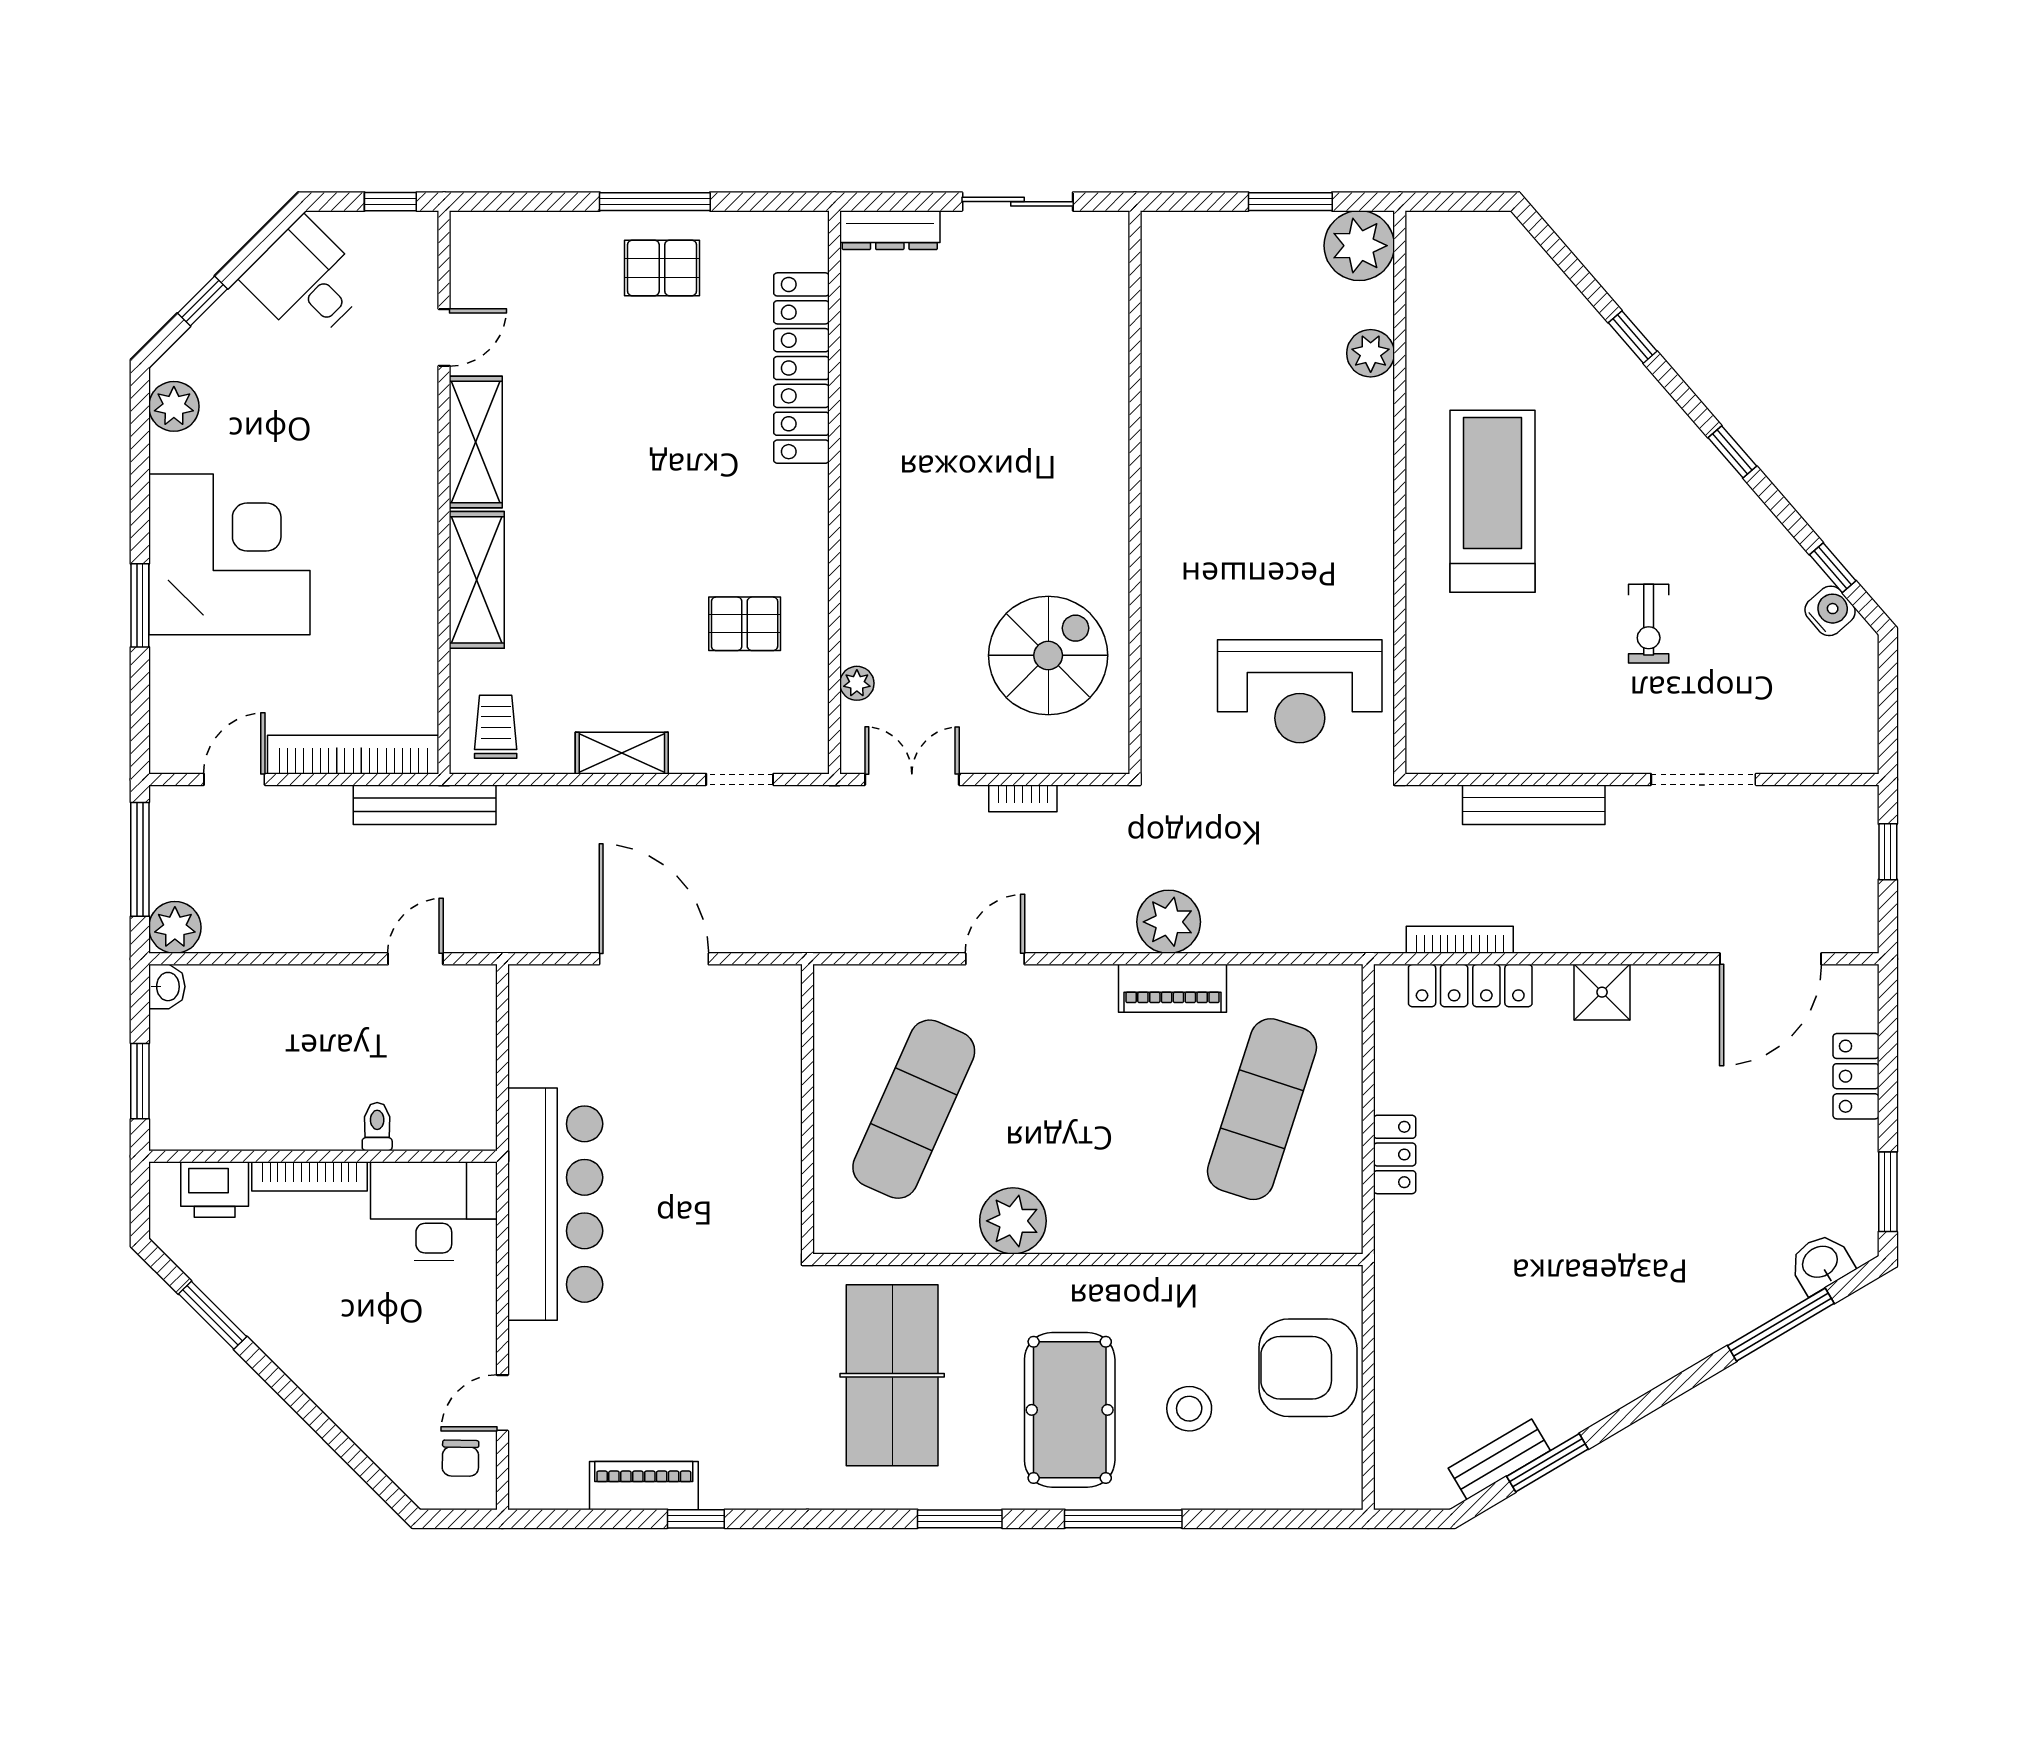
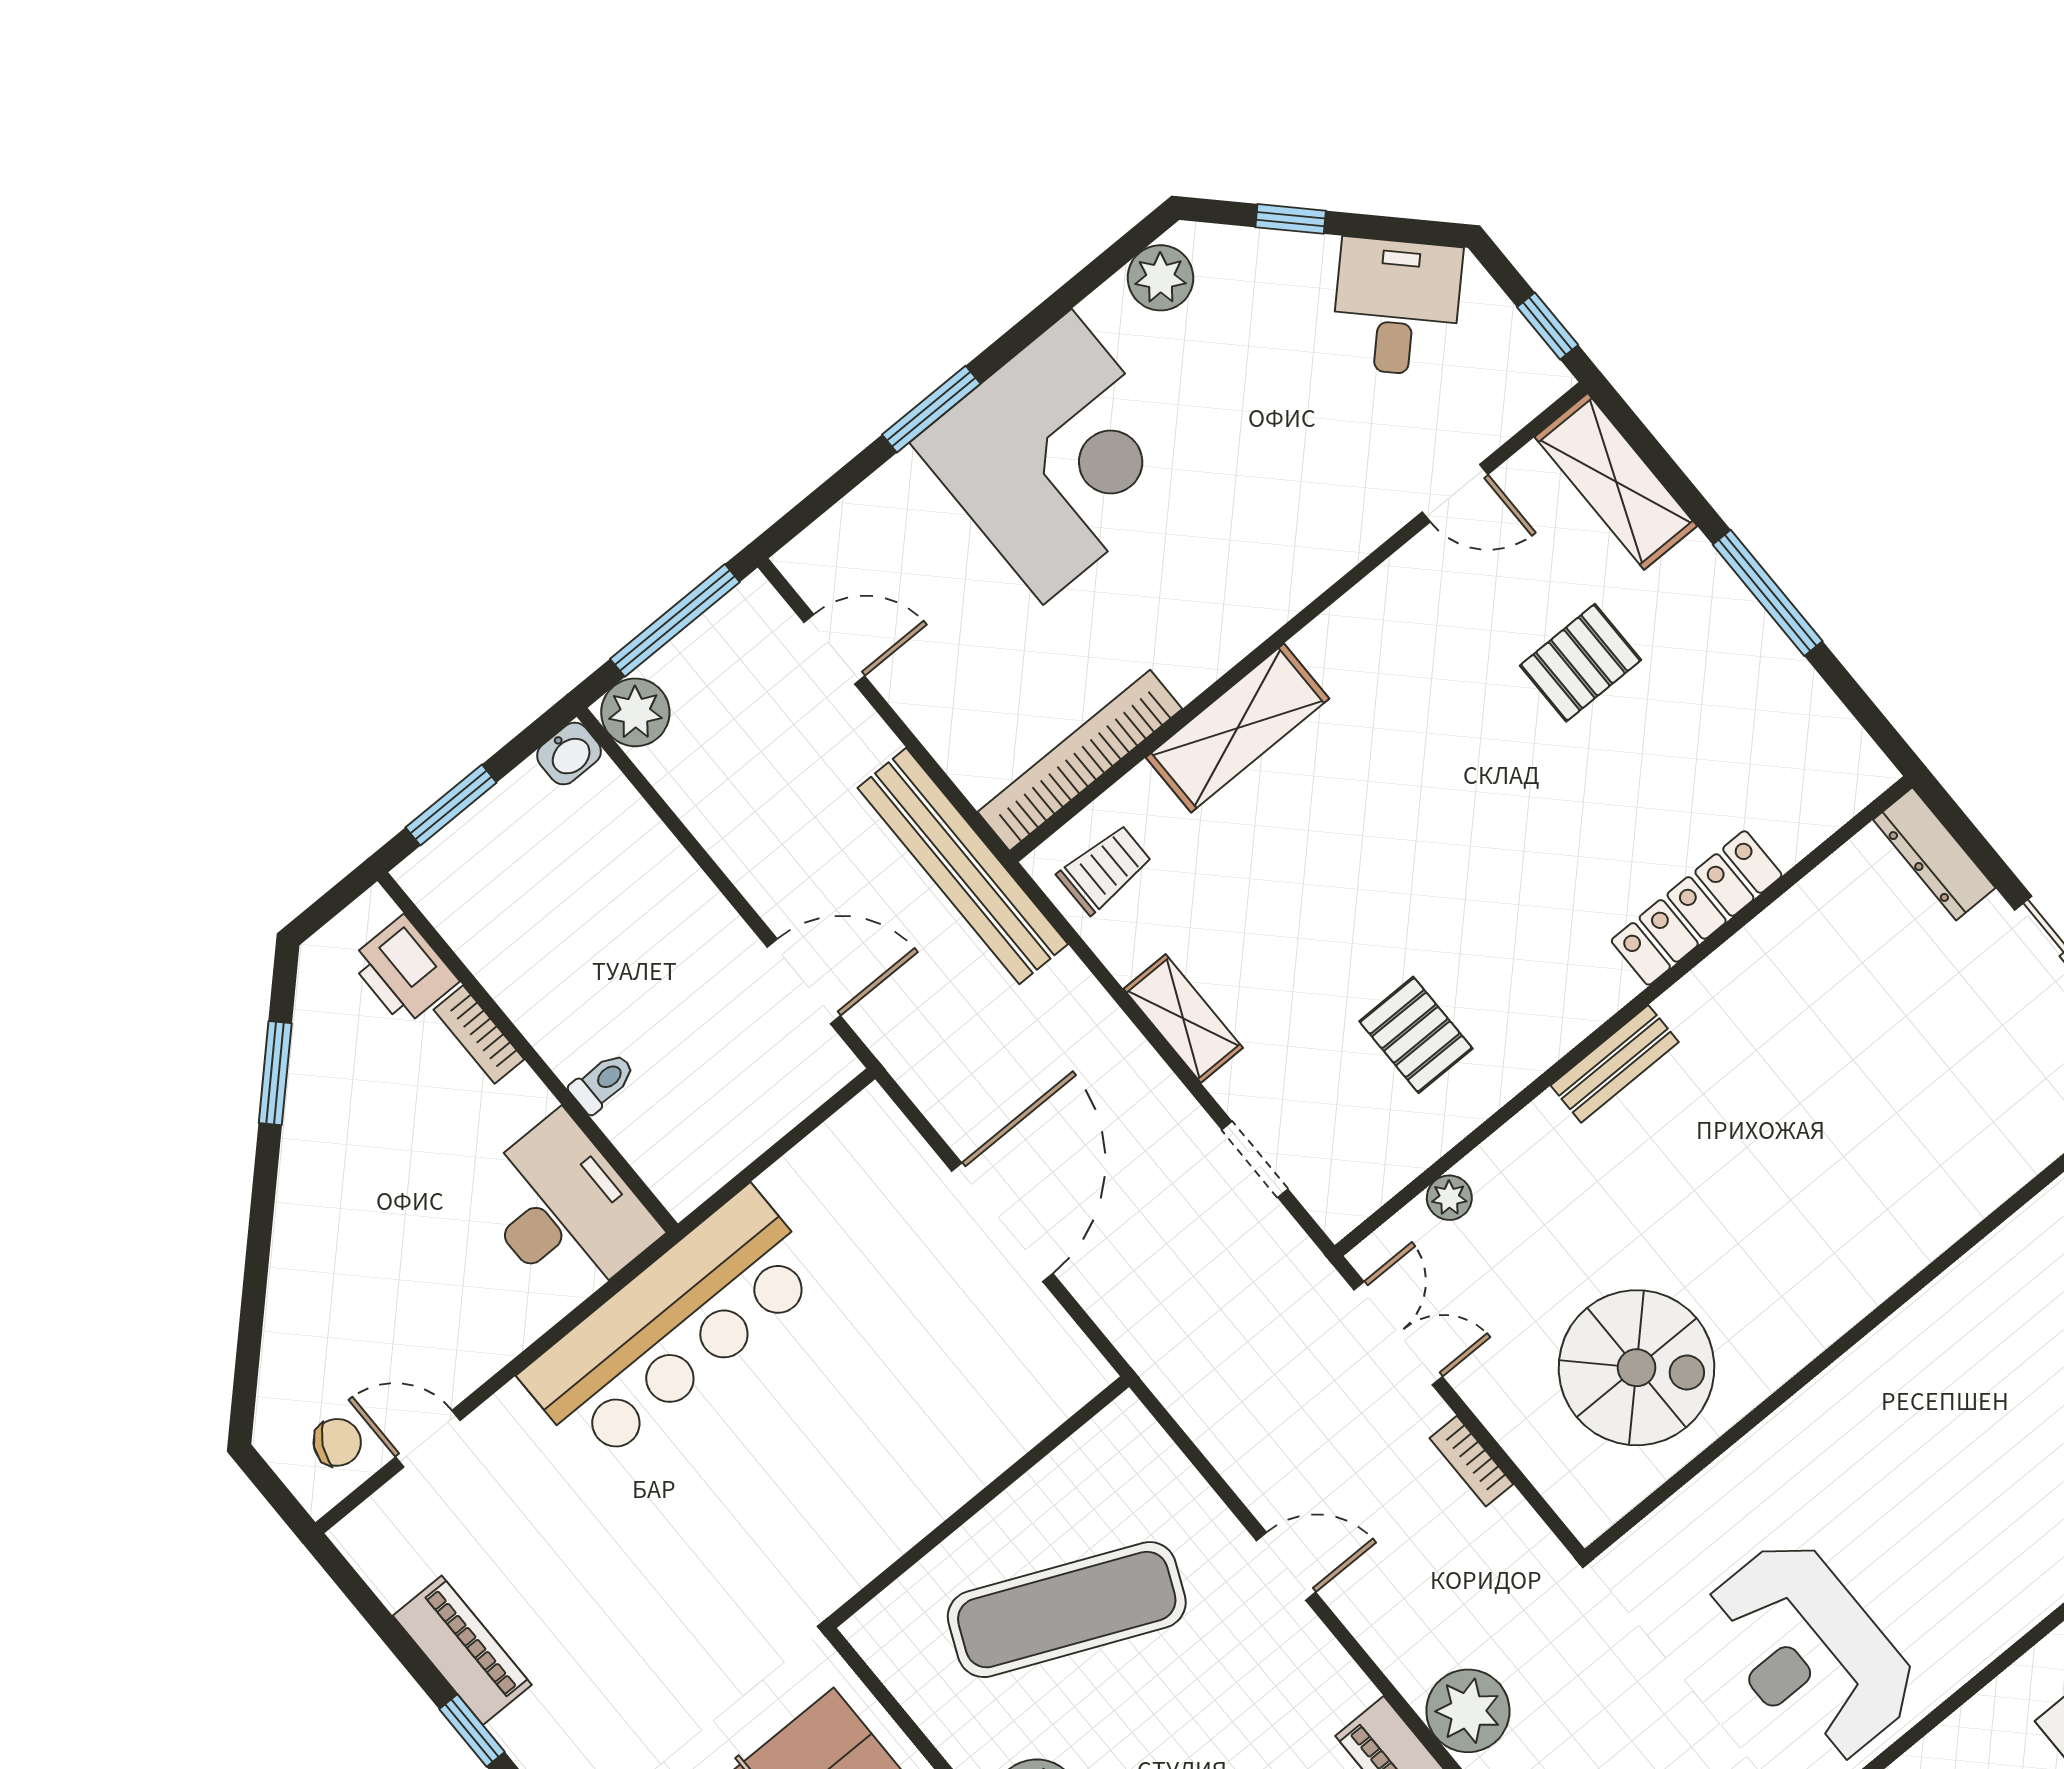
pallet: (662, 268) -> (1580, 663), moved, turned 90
locker: (801, 368) -> (1697, 908), width x0.71, depth x0.83
shelving: (476, 442) -> (1616, 481), moved, turned 90
bench: (858, 521) -> (1615, 1064), added
bookcase: (353, 755) -> (1080, 760), moved, turned -90
bench: (425, 805) -> (963, 866), width x1.37, depth x1.21
door: (415, 959) -> (804, 981), width x1.38
bookcase: (309, 1176) -> (479, 1035), width x0.64
chair: (460, 1458) -> (337, 1442), turned -153

